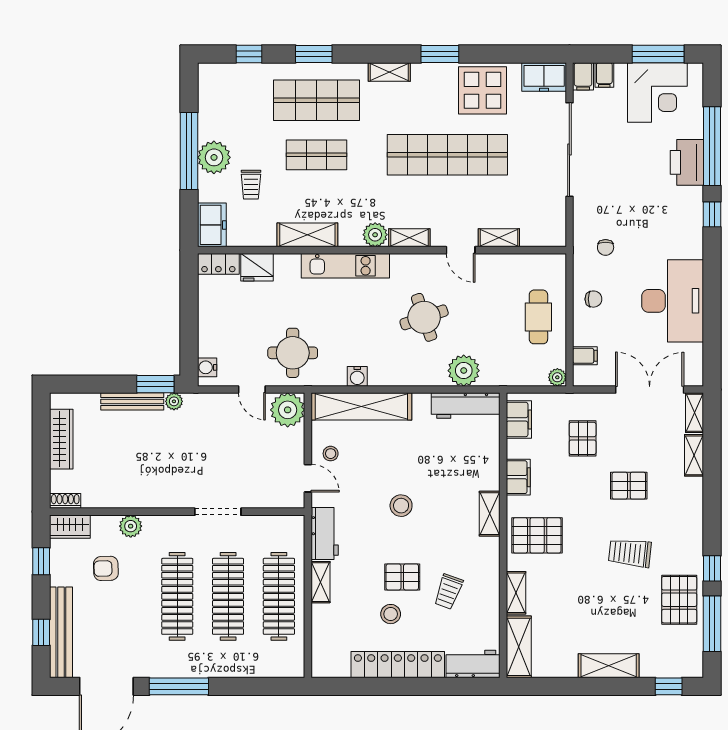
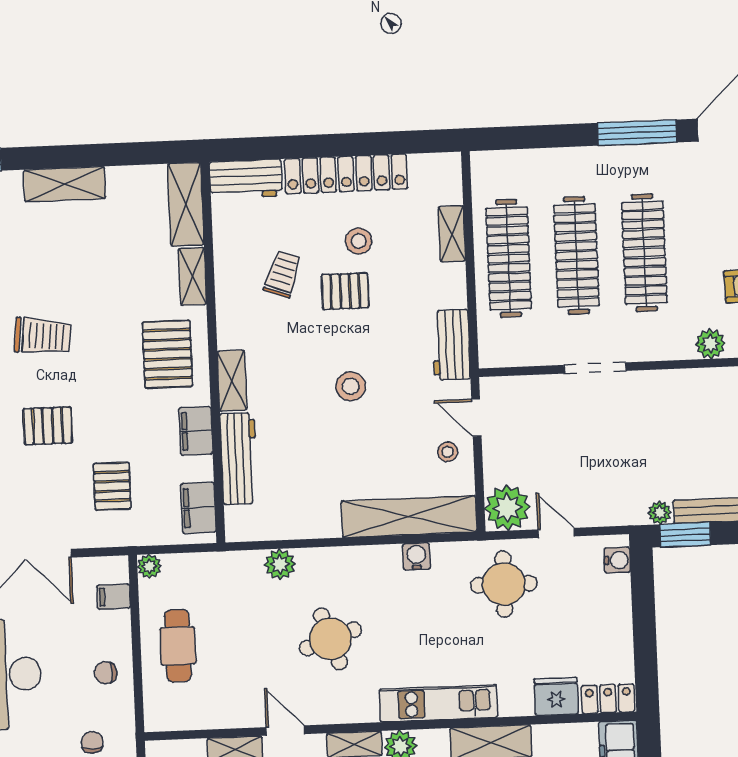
plant: (464, 371) -> (280, 564), width x0.73, depth x0.73
workbench: (466, 406) -> (239, 458), moved, turned 90
pallet: (537, 535) -> (167, 354), turned 90
shelving: (321, 582) -> (452, 234), moved

